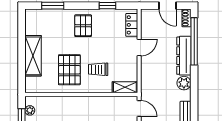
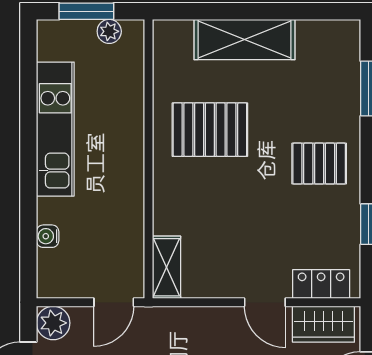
wardrobe: (148, 24) -> (323, 324), added
trolley: (98, 69) -> (211, 201), removed

